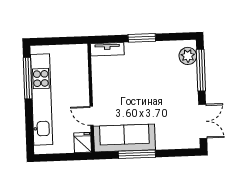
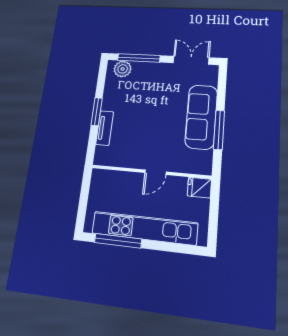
tv unit: (107, 49) -> (105, 128), moved
door: (92, 116) -> (156, 172), moved
sofa: (124, 138) -> (201, 117), moved

